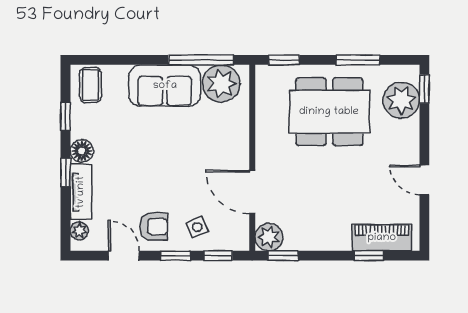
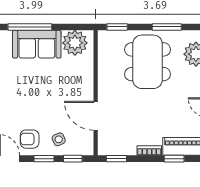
window: (201, 60) -> (30, 27), moved
dining table: (329, 112) -> (148, 62), turned 90
armchair: (154, 227) -> (30, 139), turned 180
plant: (269, 237) -> (107, 146), removed
bookcase: (332, 244) -> (149, 150), added

